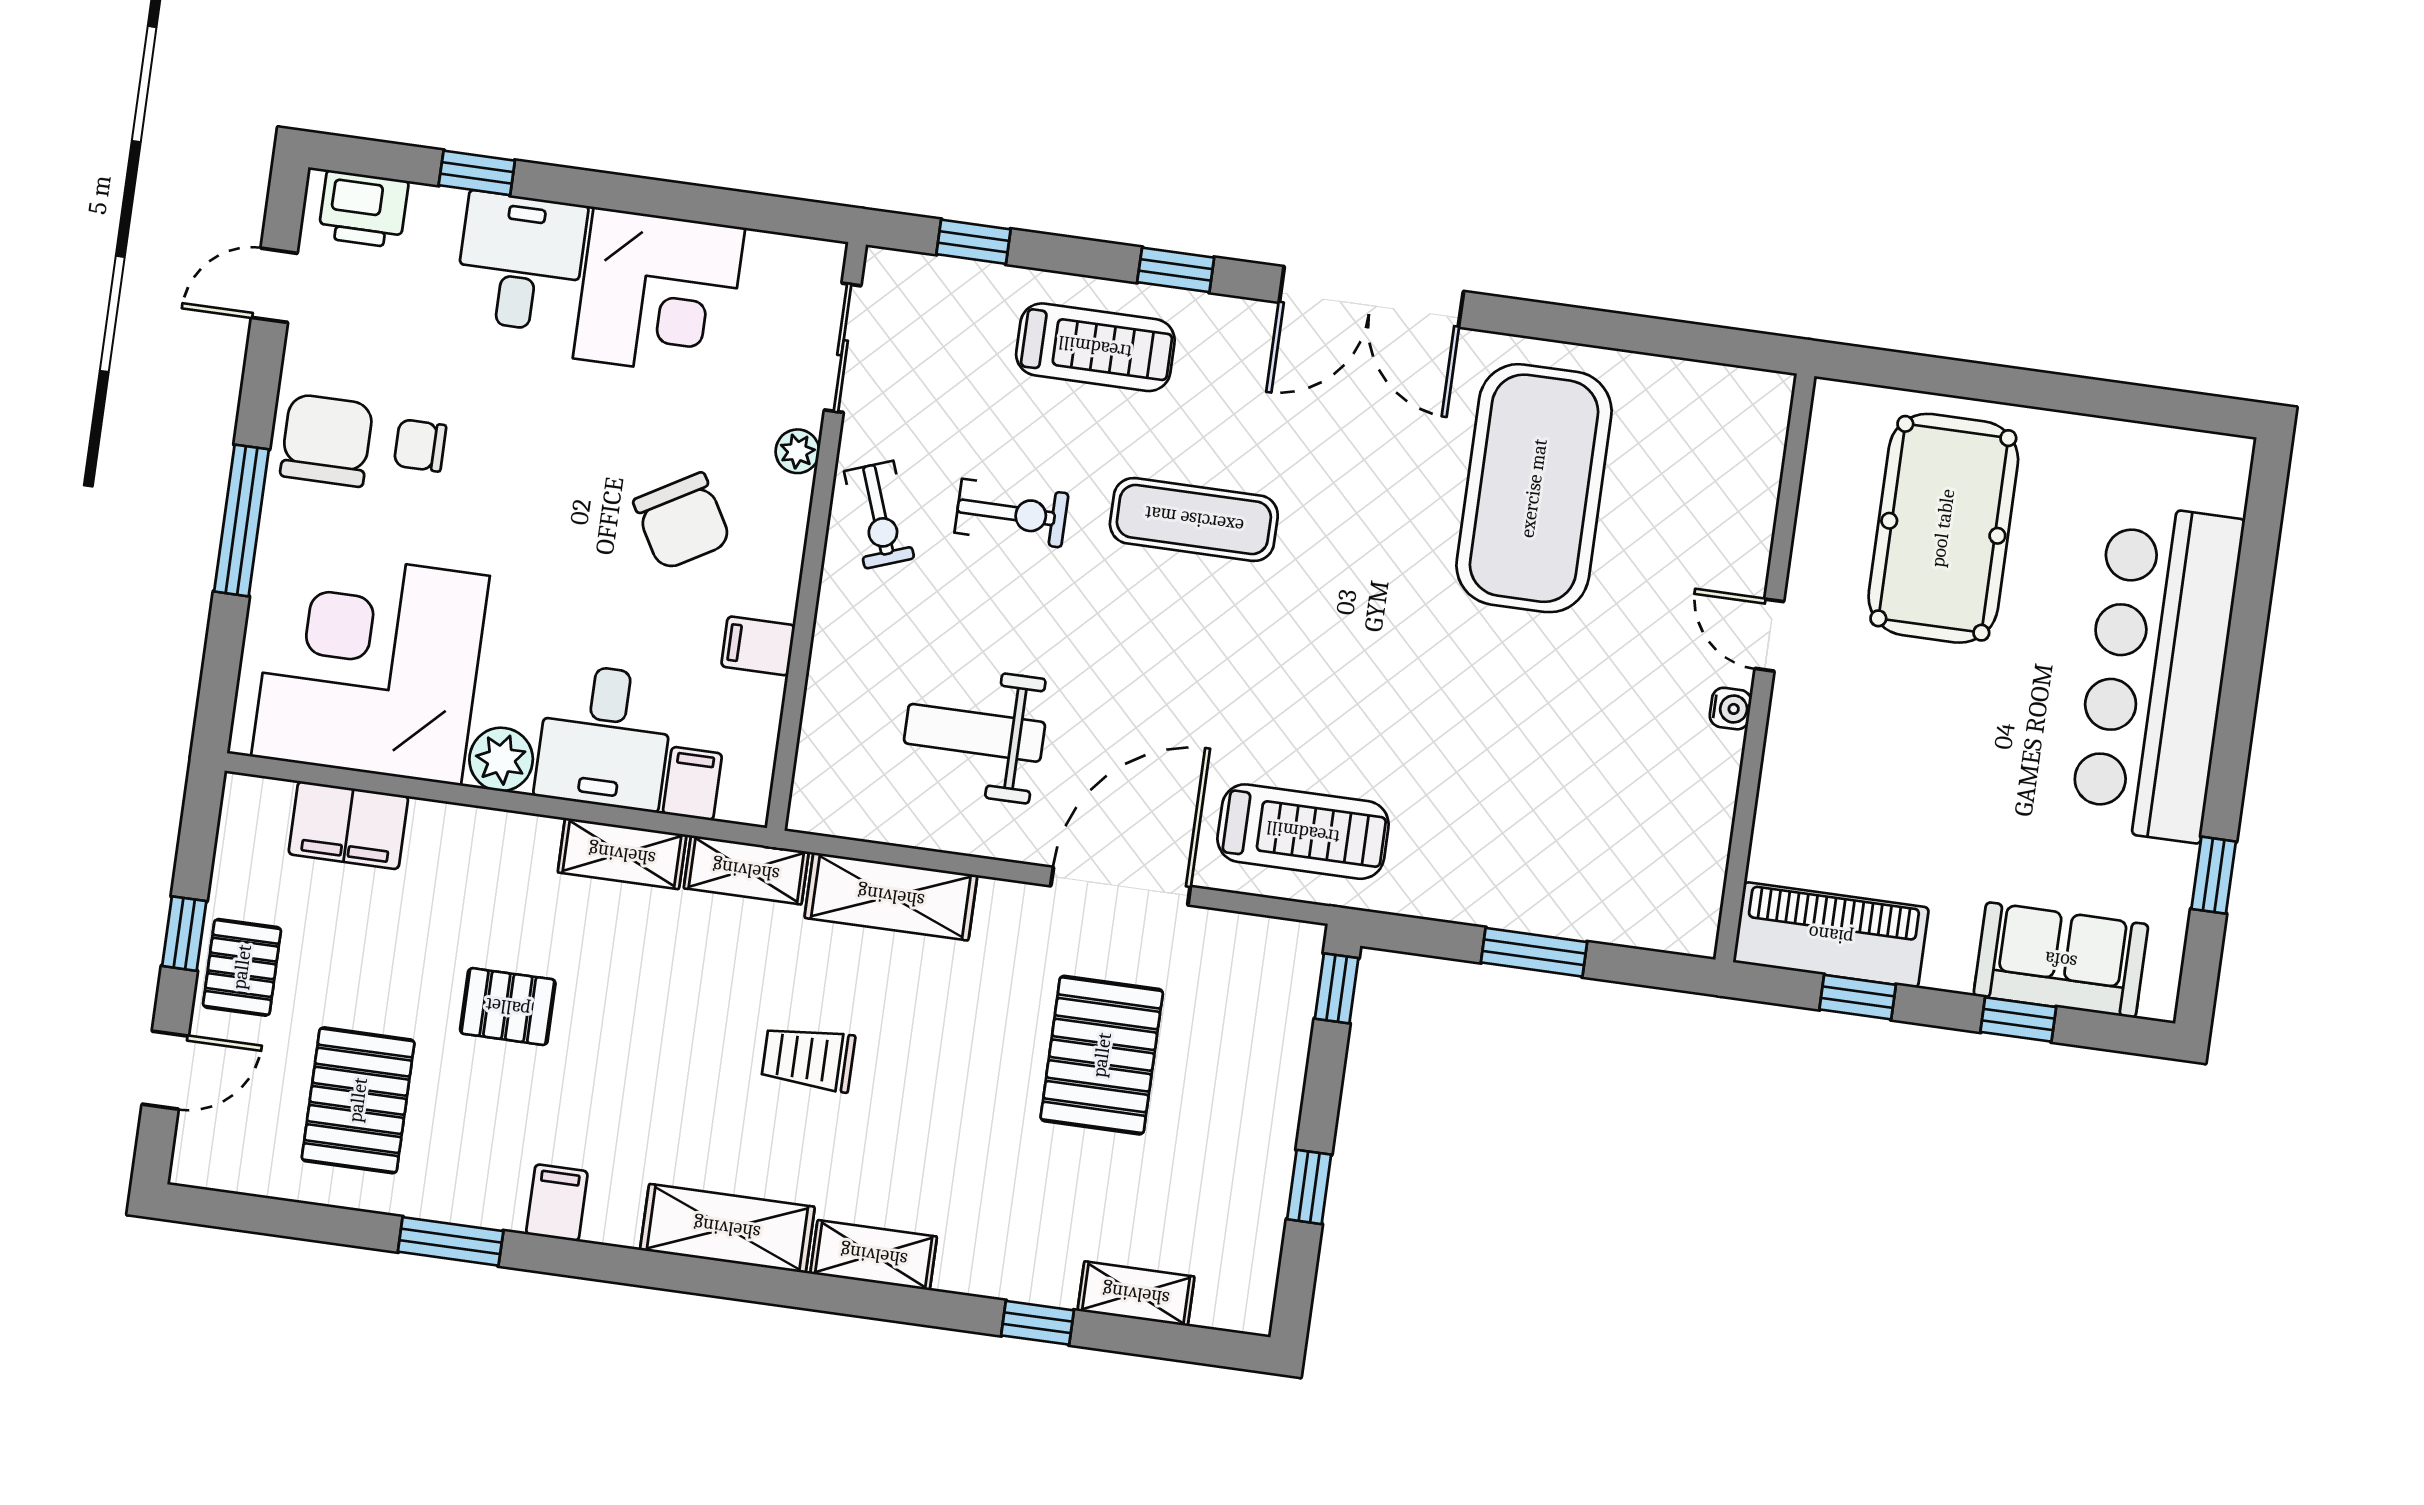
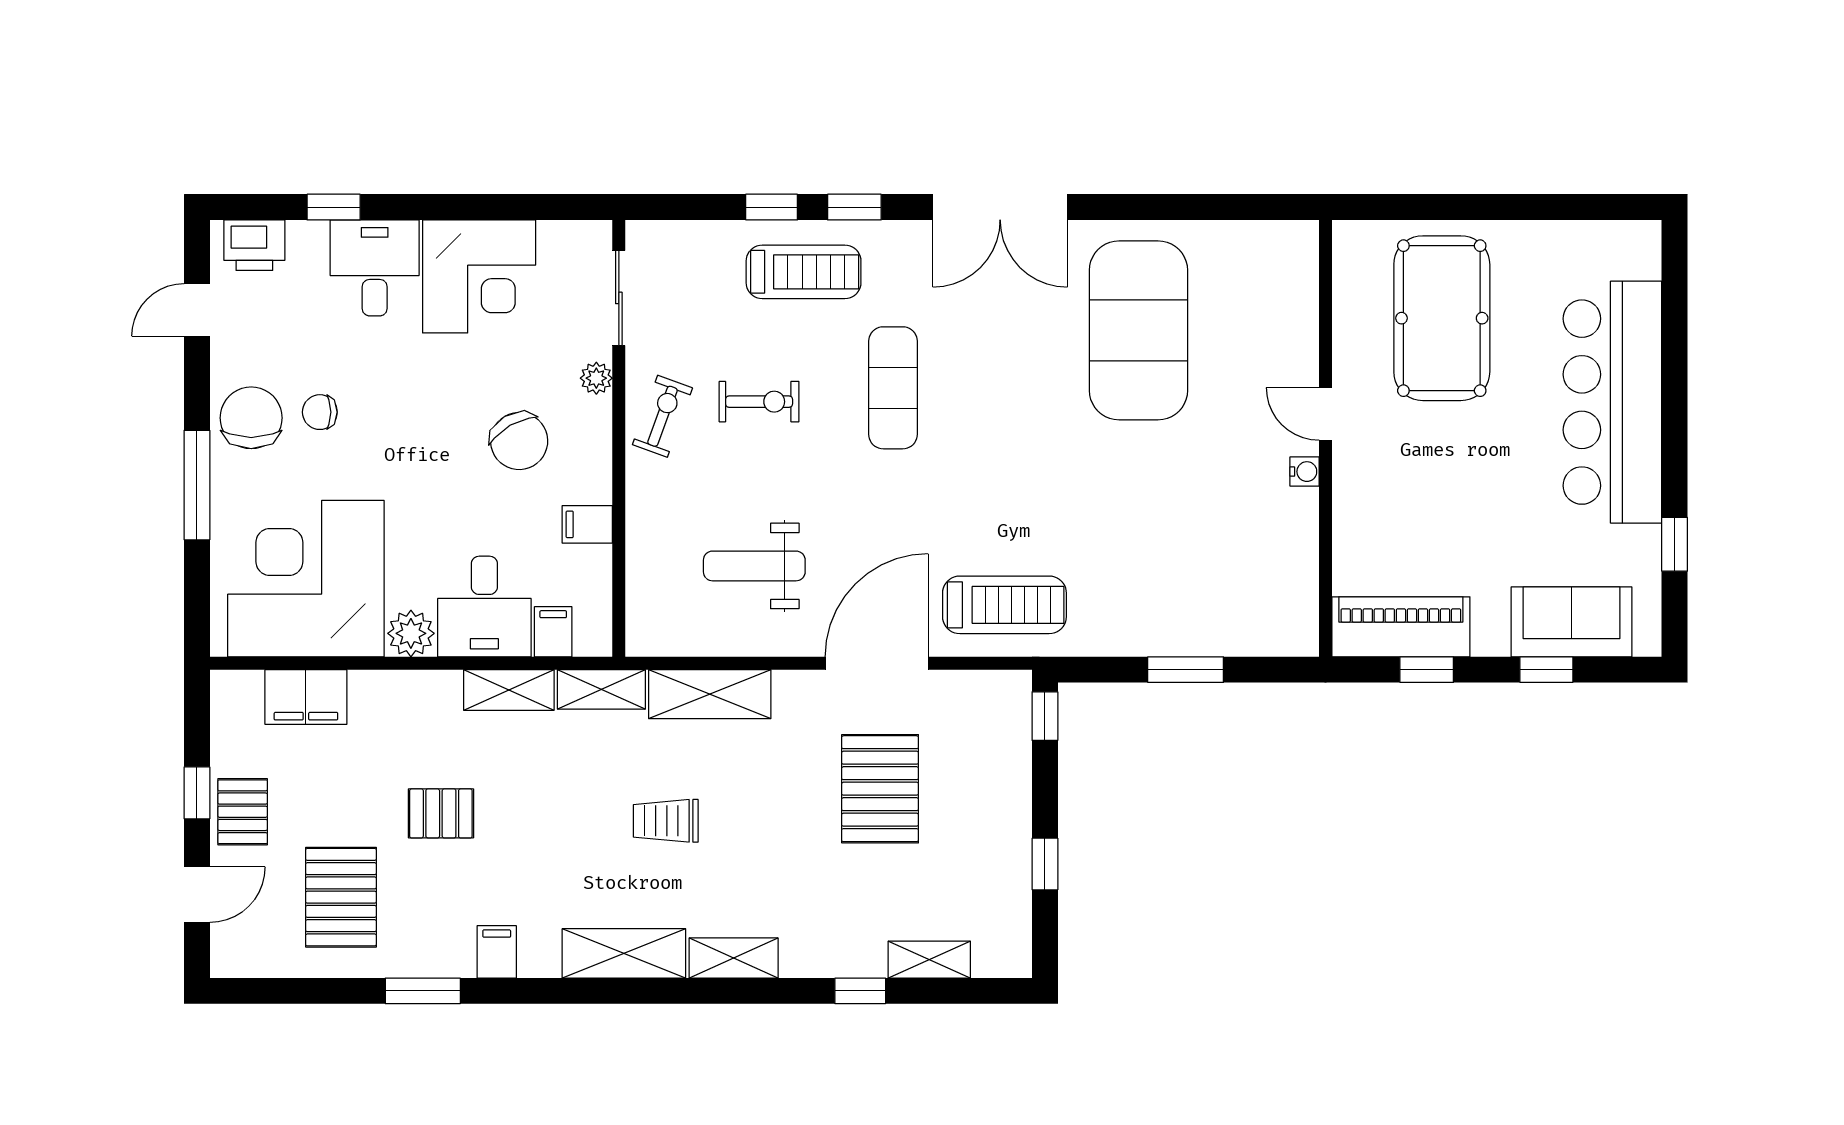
window: (973, 242) -> (772, 207), moved
exercise bike: (879, 515) -> (662, 416), turned -140
exercise mat: (1194, 519) -> (893, 388), turned 90

